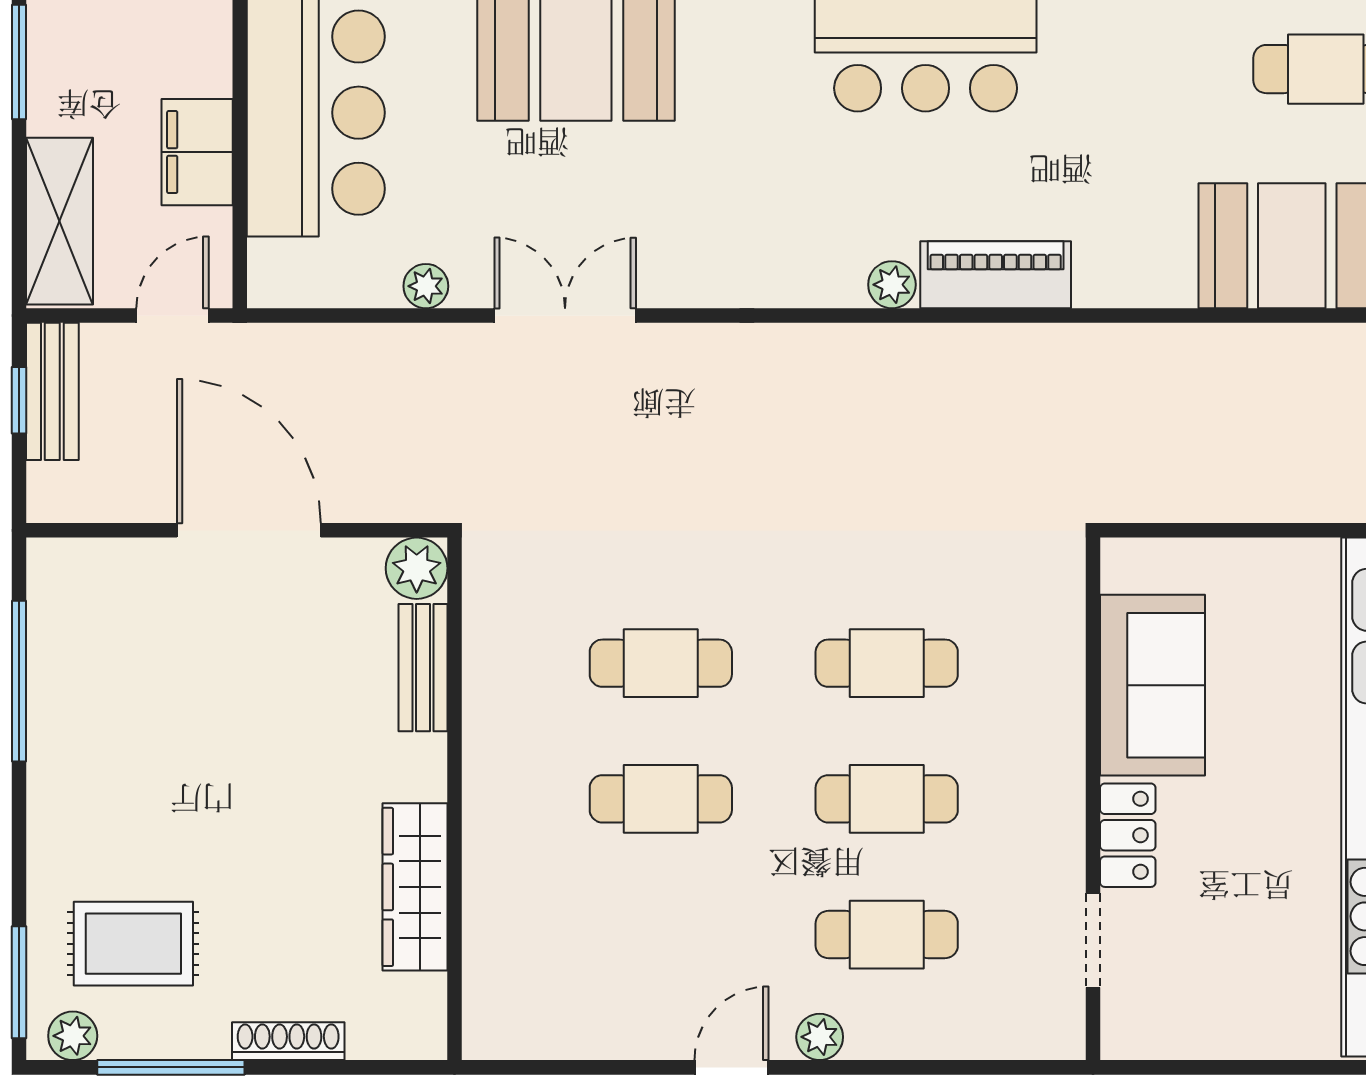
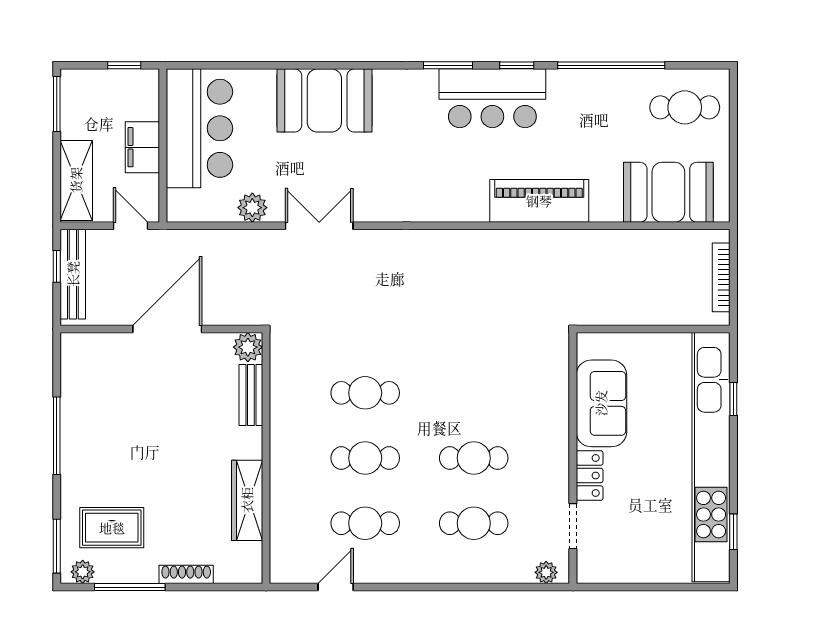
piano: (996, 275) -> (539, 201), width x1.37, depth x1.33
plant: (892, 285) -> (476, 211), removed
plant: (426, 286) -> (252, 208), width x1.38, depth x1.38
door: (173, 316) -> (131, 226), hinge flipped
bench: (52, 391) -> (73, 274), width x1.36
door: (249, 530) -> (167, 329), hinge flipped
cafe table: (887, 663) -> (365, 523), moved
window: (19, 681) -> (57, 436), moved
plant: (820, 1037) -> (546, 572), moved
door: (731, 1067) -> (336, 587), moved

